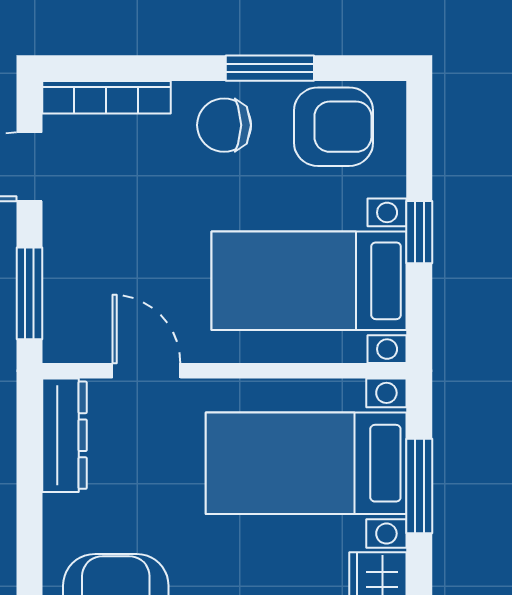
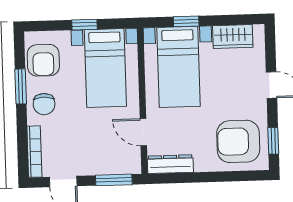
armchair: (333, 127) -> (43, 60), turned 180
door: (146, 371) -> (143, 132), hinge flipped
window: (419, 486) -> (186, 21), width x0.67

